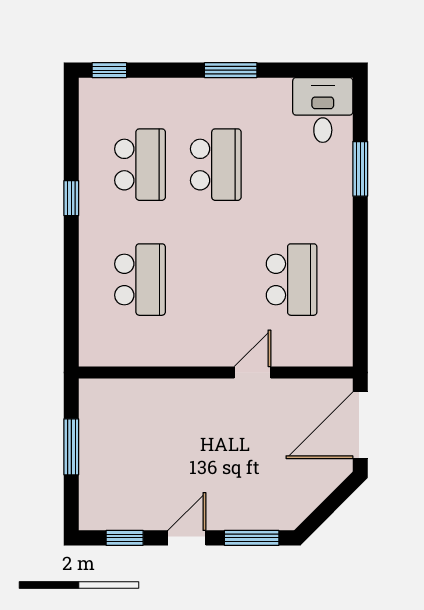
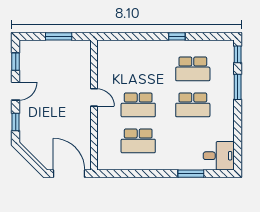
window: (231, 70) -> (238, 87), moved
school desk: (140, 280) -> (138, 105), moved
door: (253, 373) -> (94, 97), moved
door: (187, 538) -> (16, 91), hinge flipped
window: (252, 538) -> (16, 122), width x0.67

